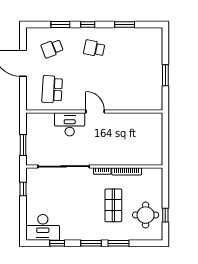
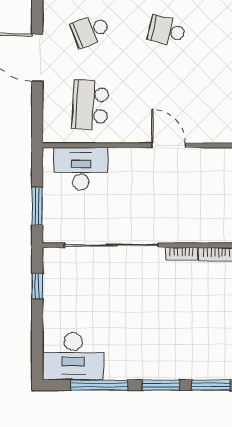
desk: (70, 124) -> (81, 169), moved
shop shelf: (113, 205) -> (202, 316), removed
window: (57, 243) -> (99, 385), width x2.17

